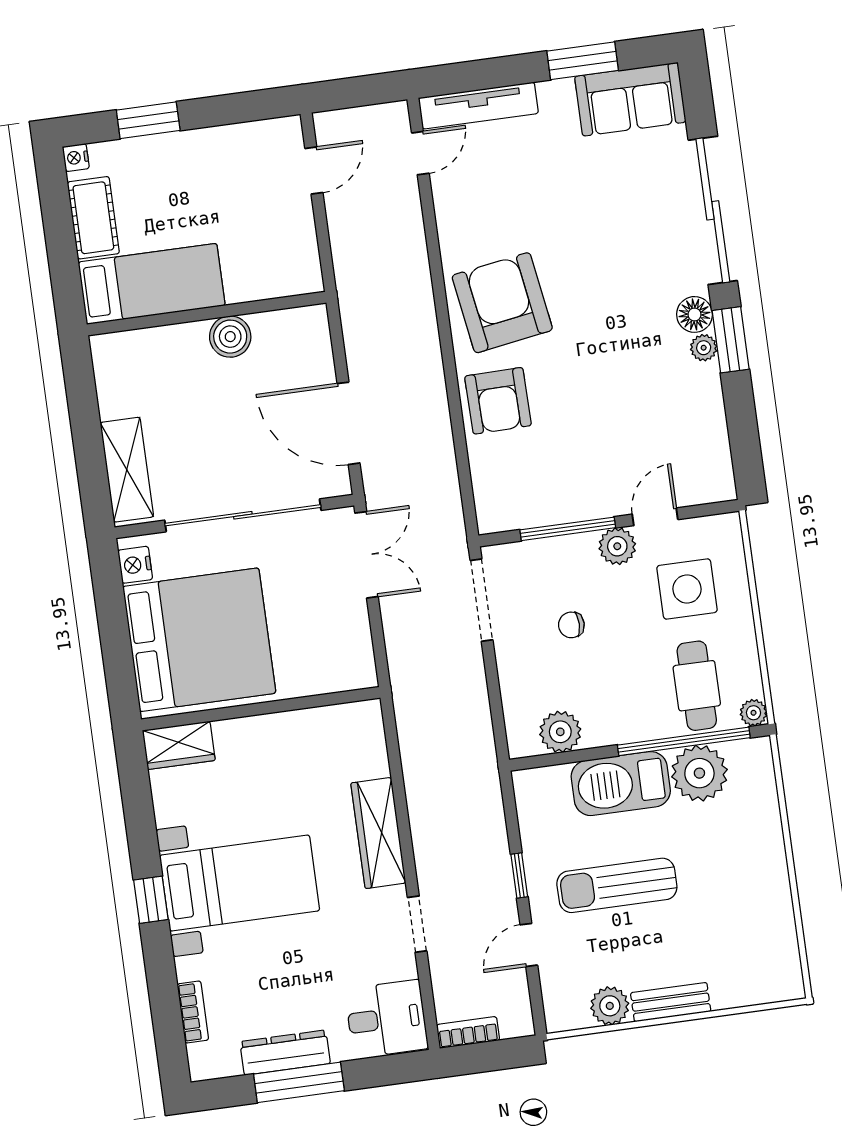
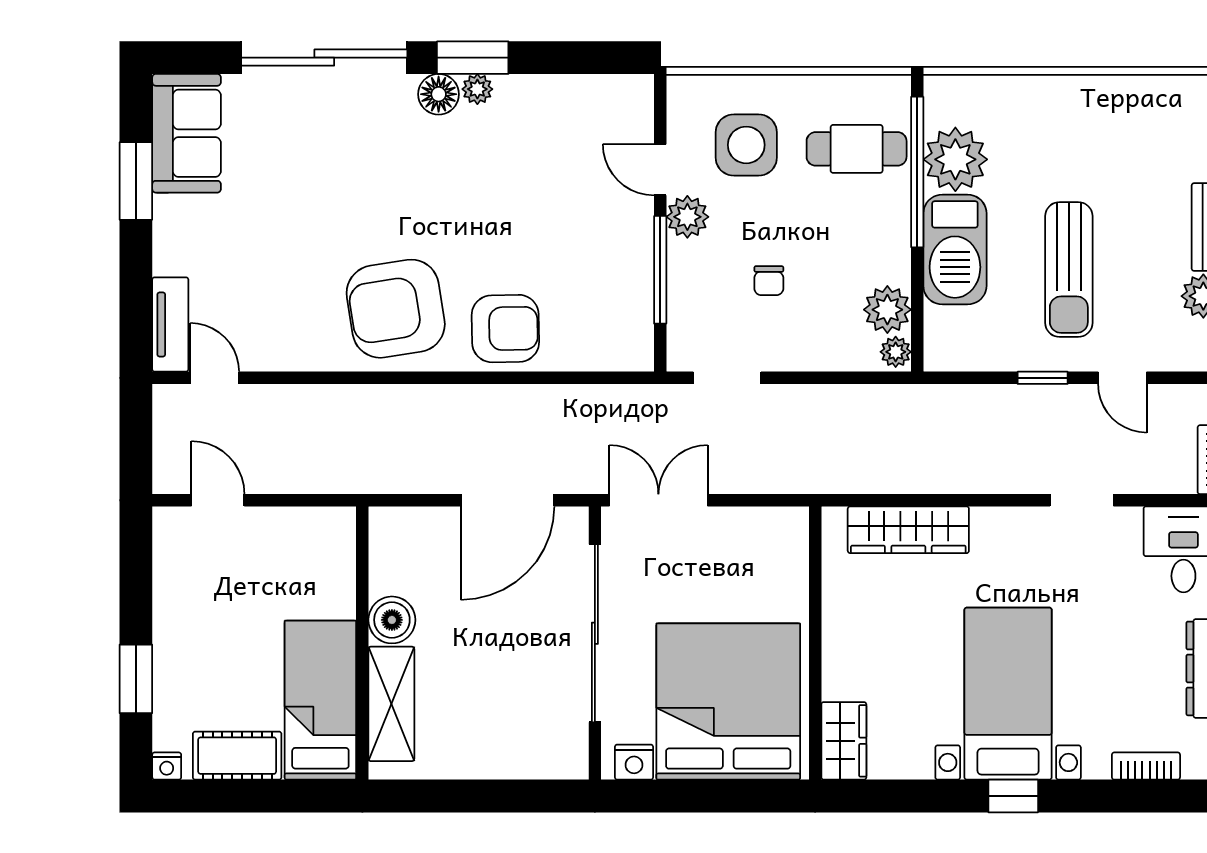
tv unit: (478, 106) -> (170, 324), width x0.71
shelving: (127, 470) -> (391, 704), moved, turned 90
doorway: (482, 600) -> (727, 378), width x0.73
plant: (753, 713) -> (896, 352), moved
wardrobe: (378, 833) -> (908, 530), moved

